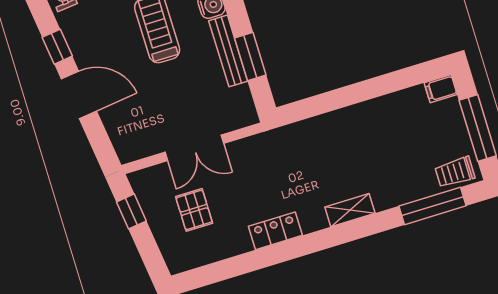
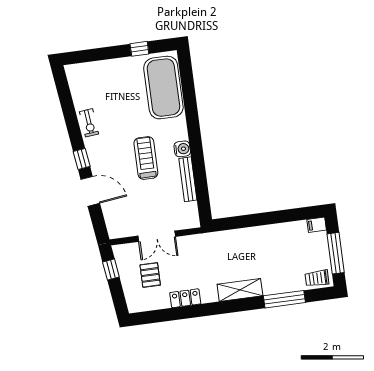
window: (250, 56) -> (201, 185), removed
window: (433, 206) -> (284, 299), moved
shelving: (350, 210) -> (240, 290), width x1.50, depth x1.33
locker: (275, 231) -> (185, 298), moved

